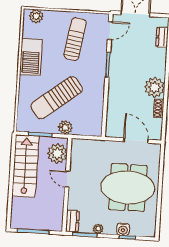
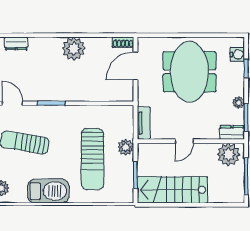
sun lounger: (57, 98) -> (92, 159), turned 38
shoe rack: (159, 108) -> (123, 42), moved
tv unit: (85, 144) -> (144, 123), added
plant: (57, 153) -> (228, 154), moved
water cooler: (123, 229) -> (237, 54), moved

